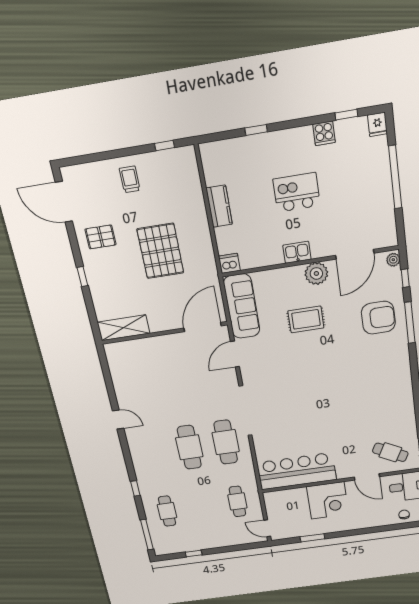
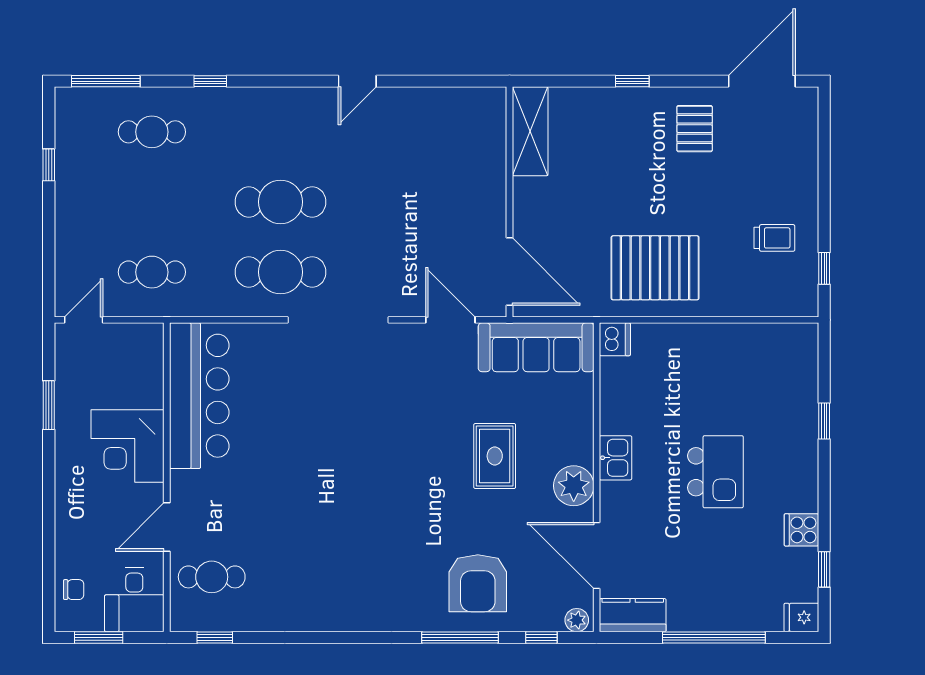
trolley: (130, 179) -> (774, 238), moved
kitchen counter: (219, 206) -> (633, 615), moved, turned 180
pallet: (160, 251) -> (655, 268), moved
cafe table: (390, 452) -> (212, 577), turned 63

